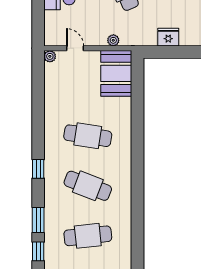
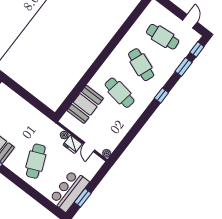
fridge: (168, 37) -> (73, 144), moved
booth: (116, 73) -> (85, 104), moved

